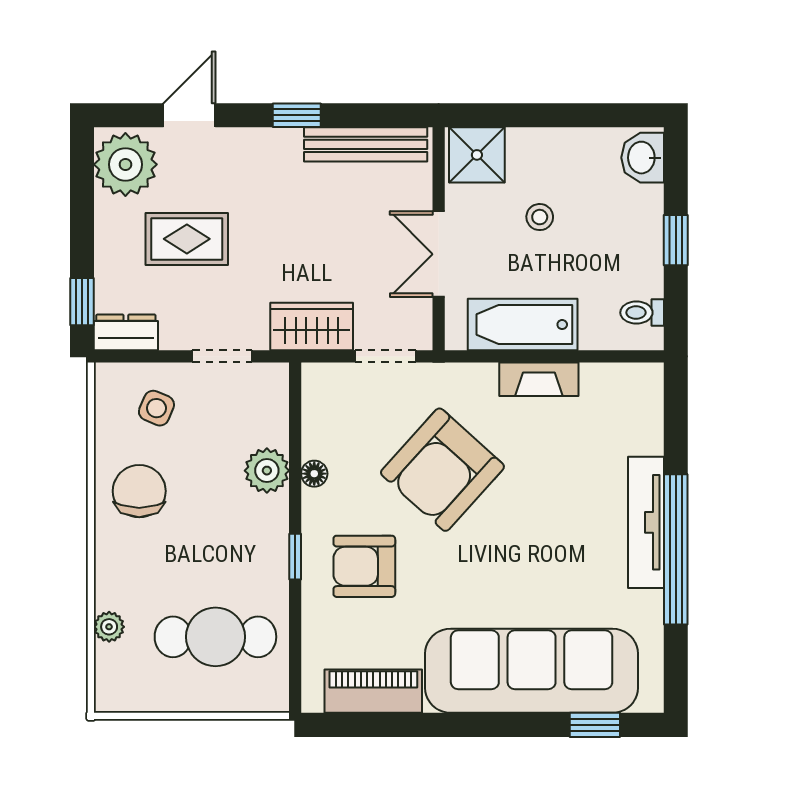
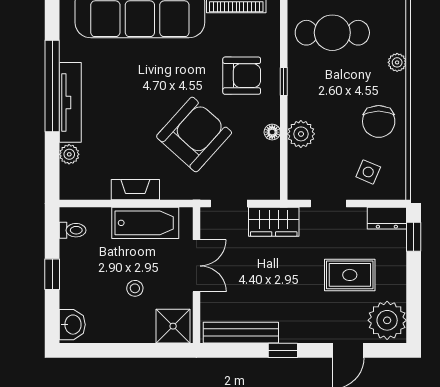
plant: (647, 437) -> (69, 154), added
plant: (109, 627) -> (397, 62), moved

